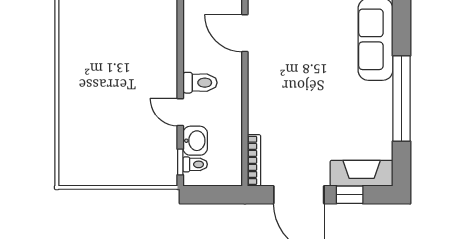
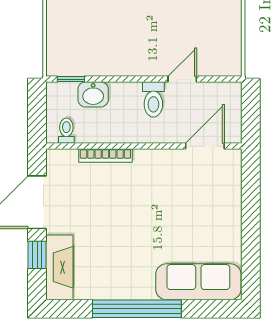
door: (180, 112) -> (182, 79), moved
bookcase: (254, 160) -> (105, 156), moved
toilet: (195, 164) -> (66, 131), moved, turned 180

